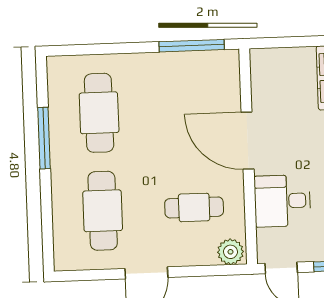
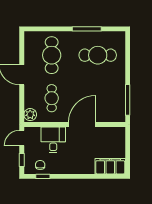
cafe table: (103, 211) -> (52, 55), turned 90

